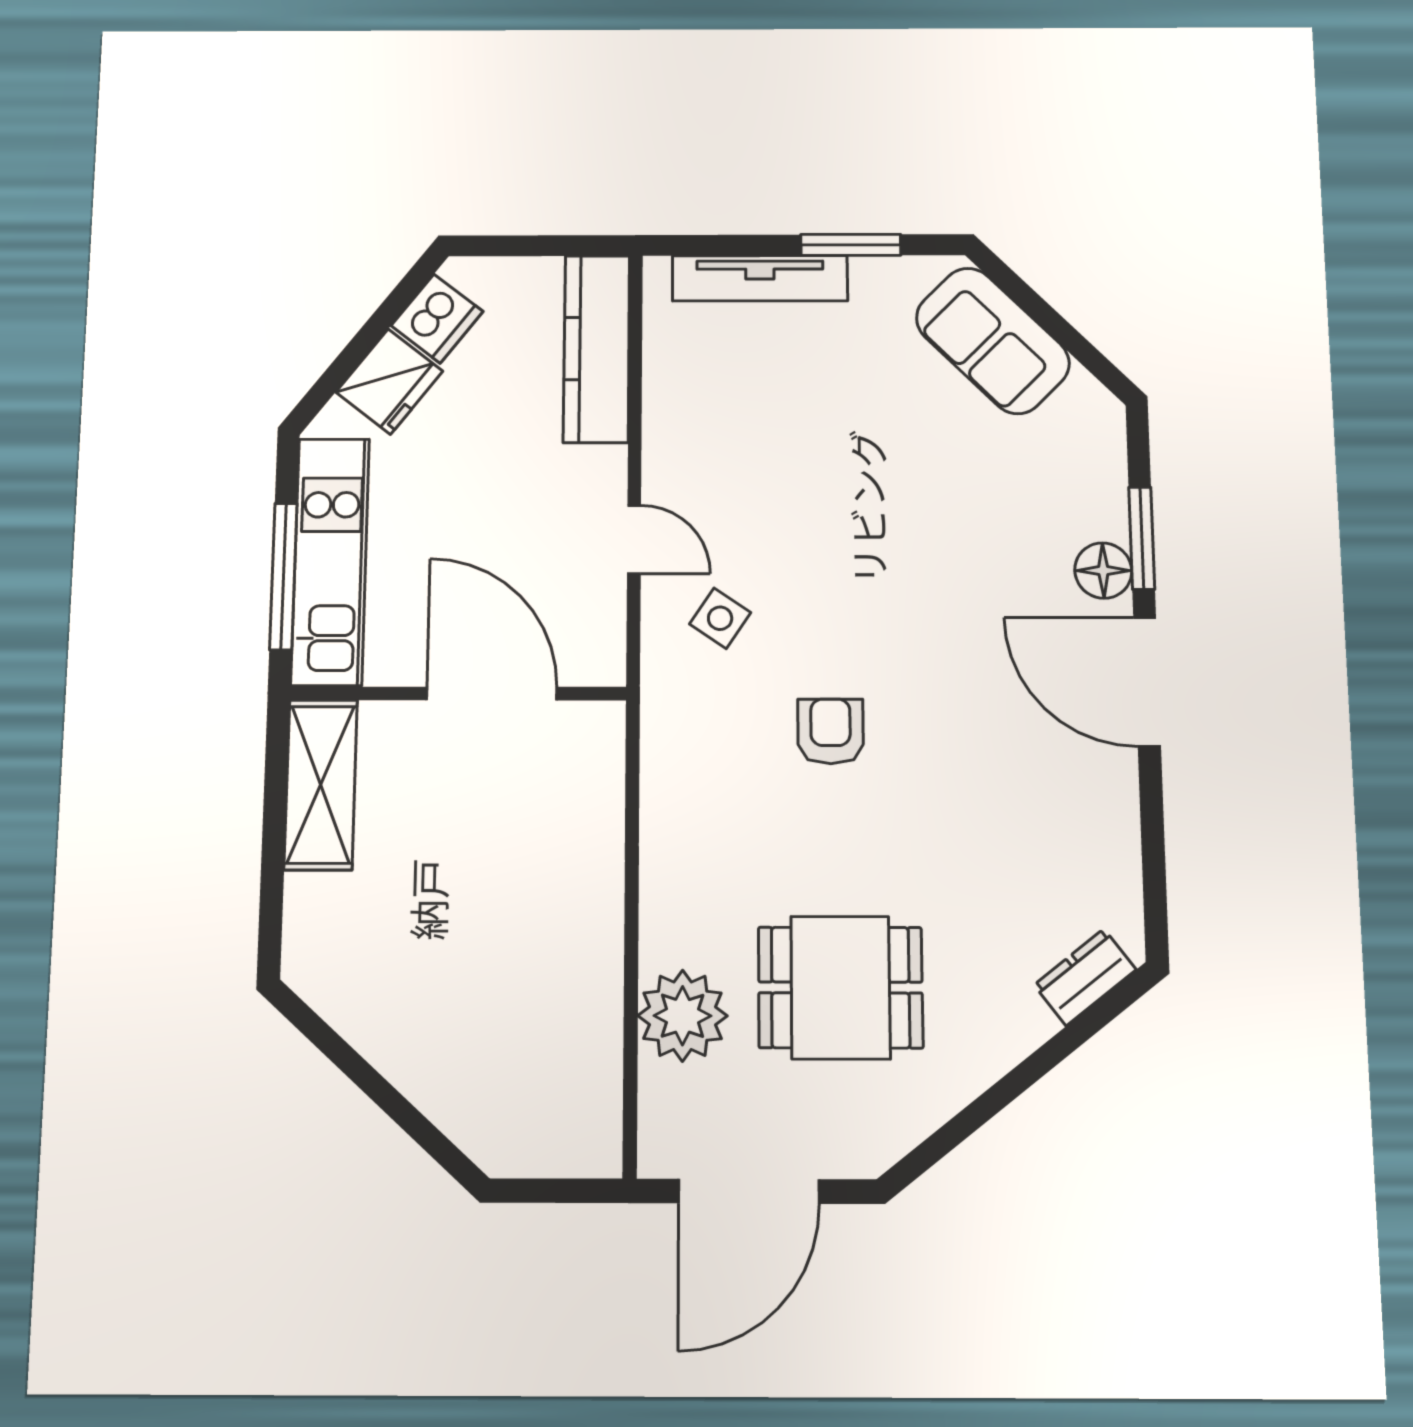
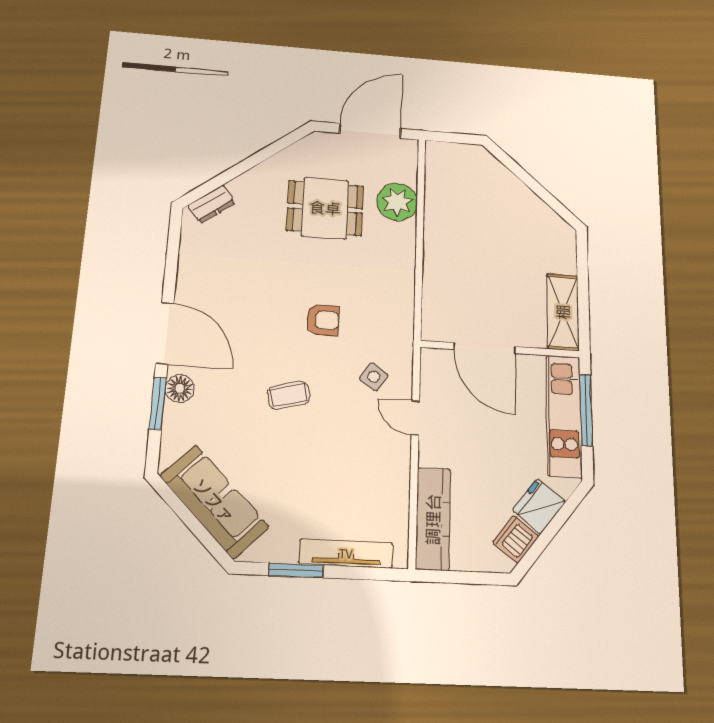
sofa: (993, 341) -> (214, 501), width x1.36
coffee table: (889, 570) -> (289, 395), added
armchair: (831, 731) -> (323, 320), turned -90

